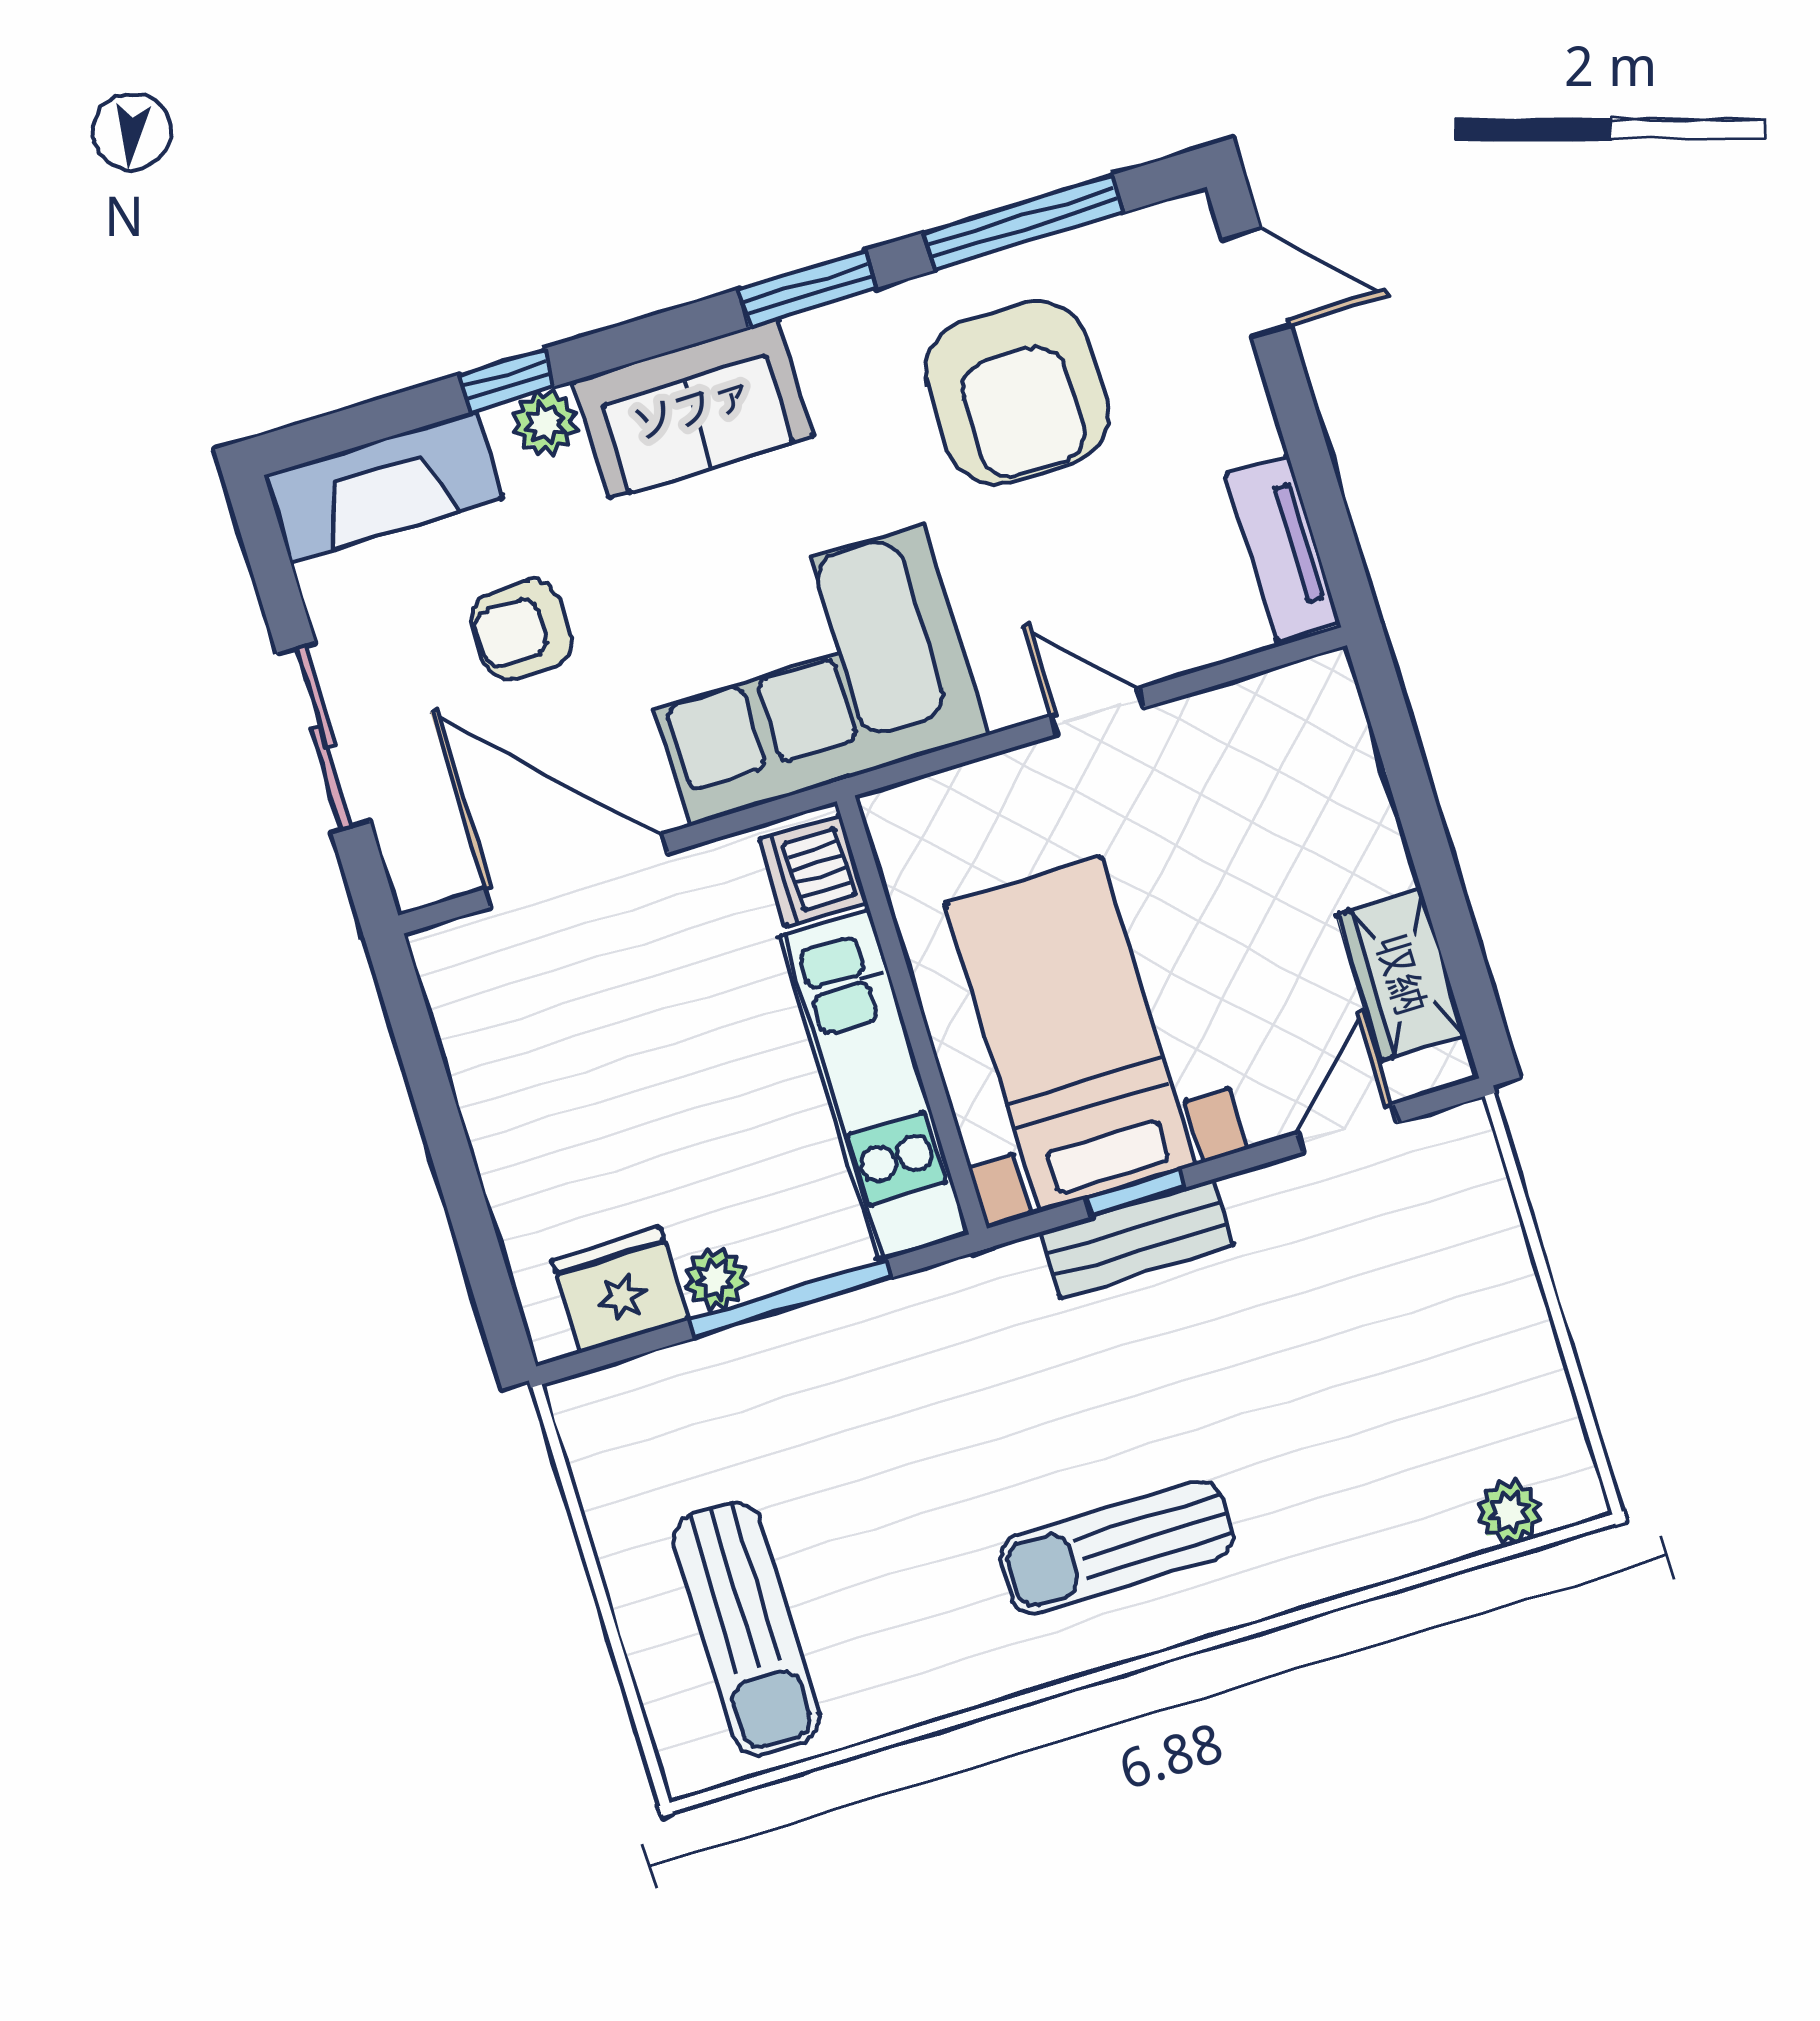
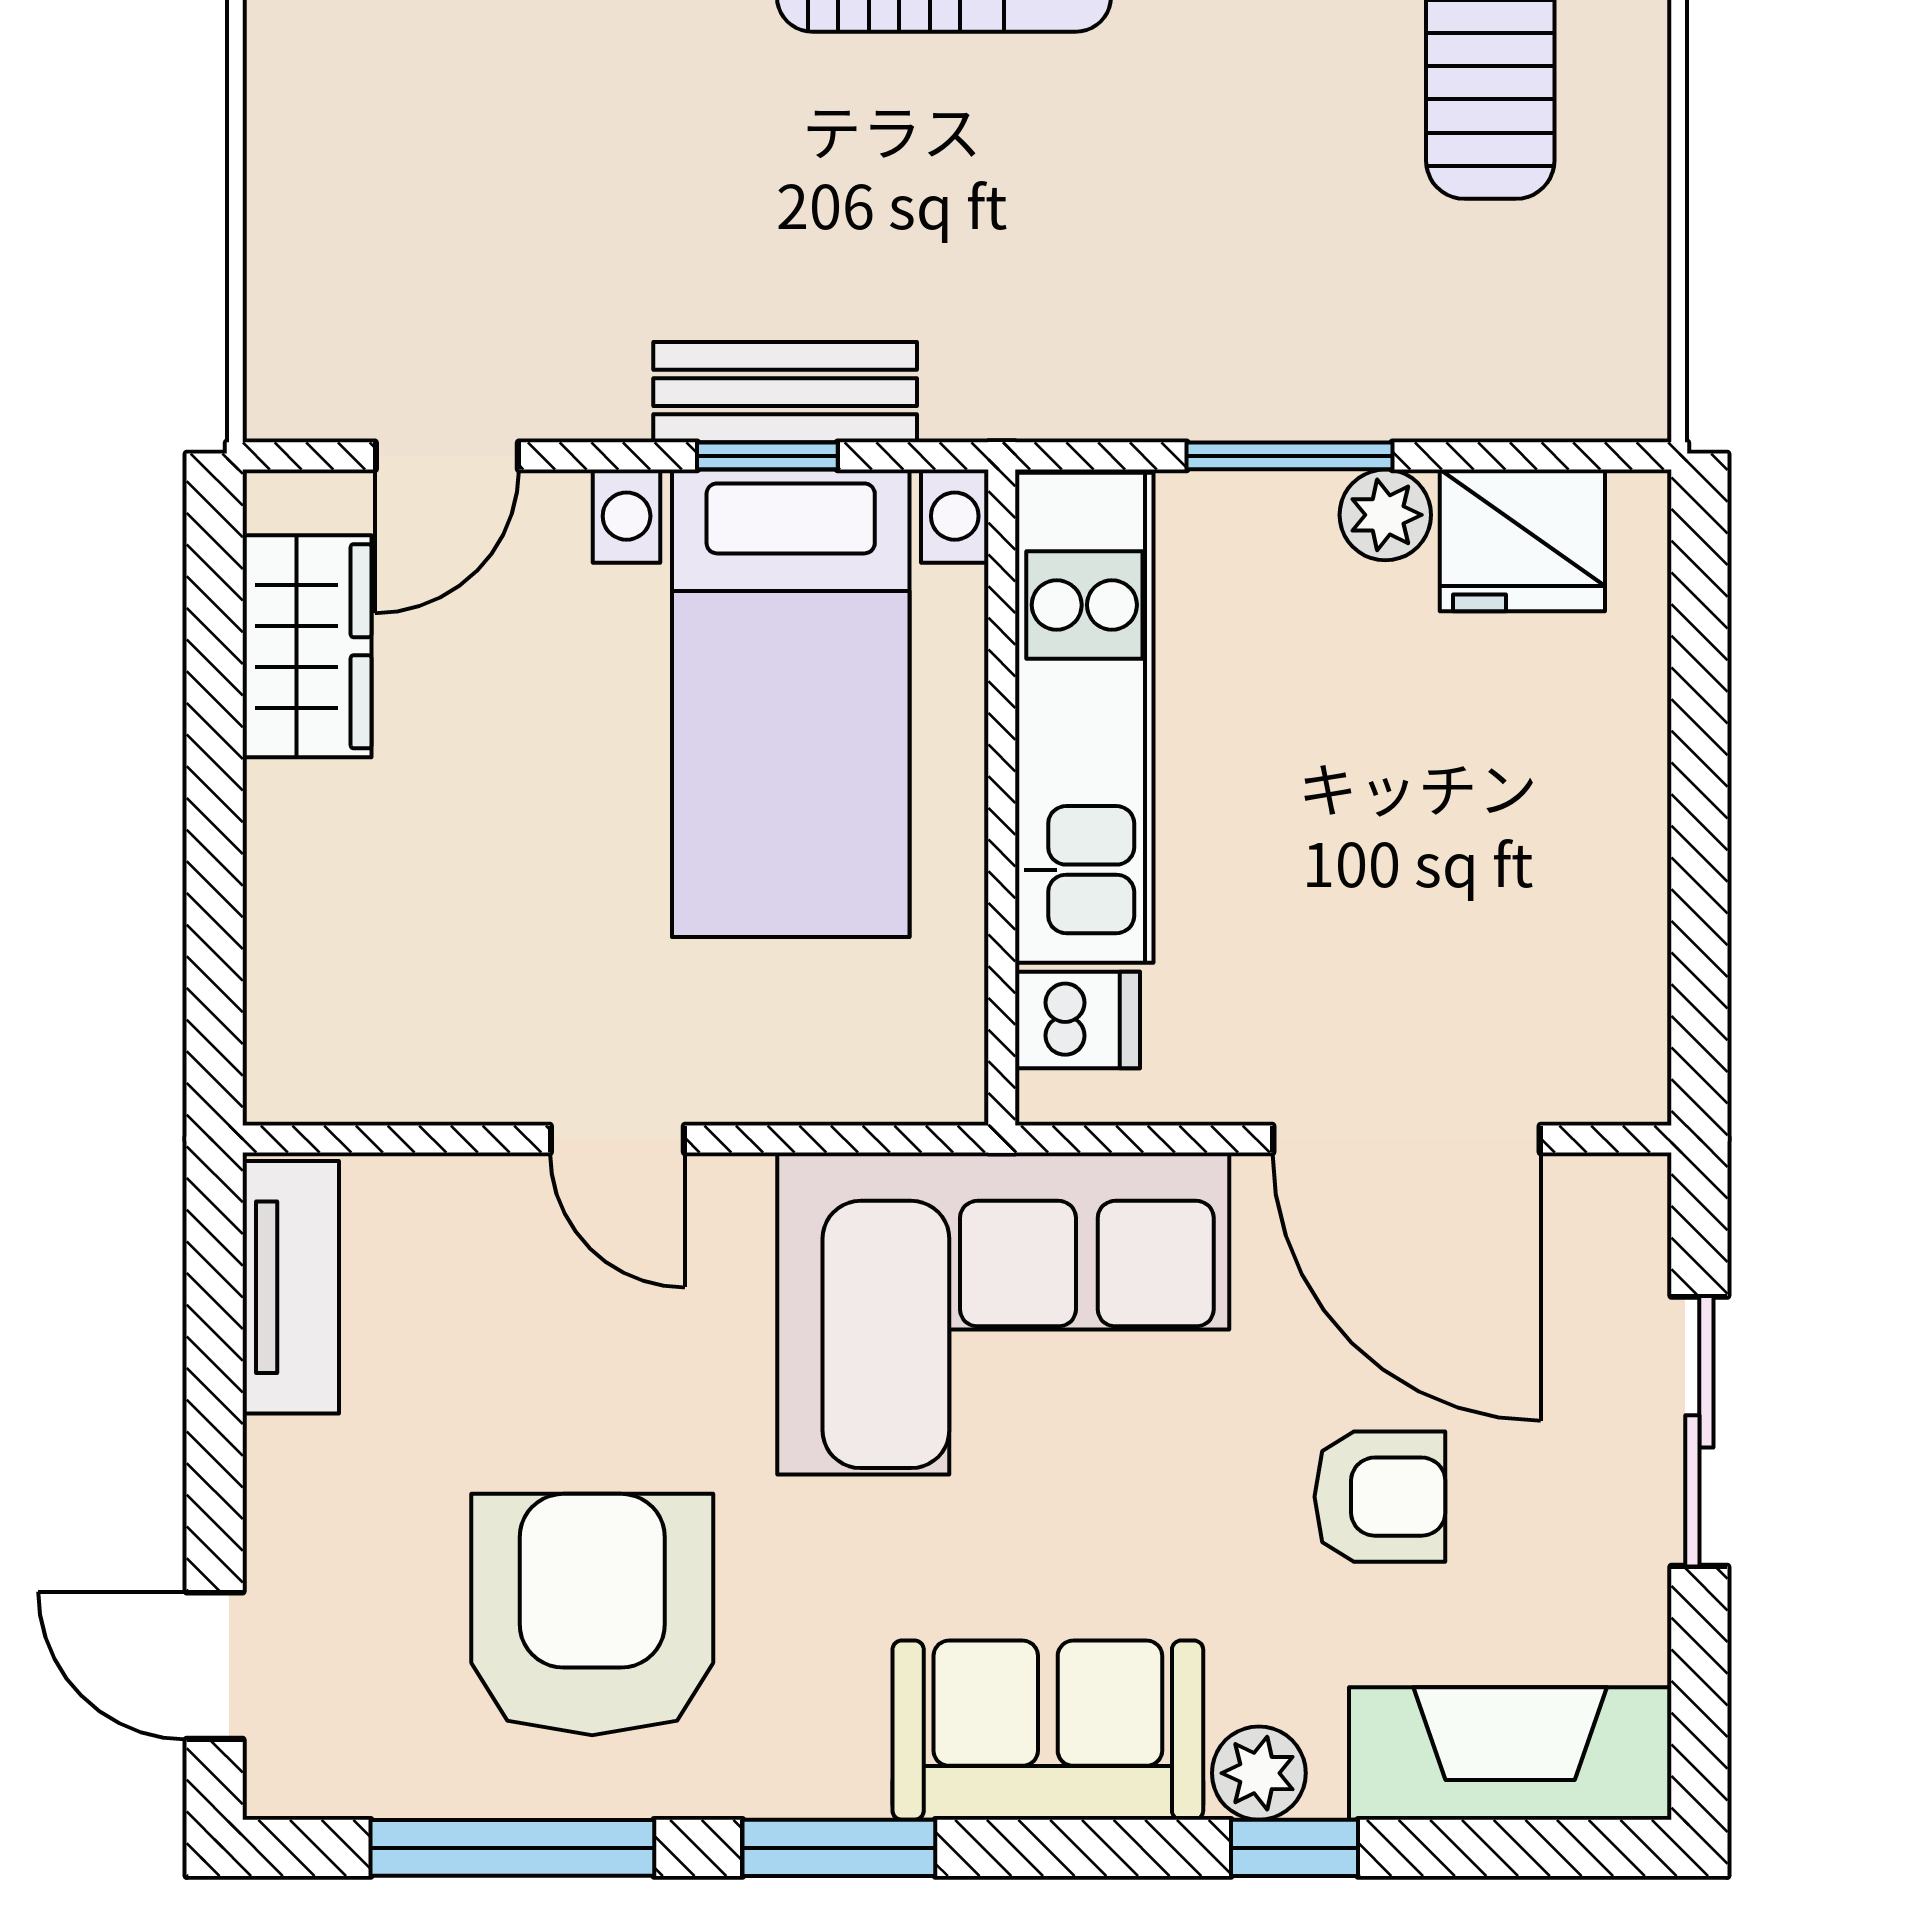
dishwasher: (813, 871) -> (1078, 1020), width x0.73
window: (791, 1298) -> (1290, 456), width x0.69

